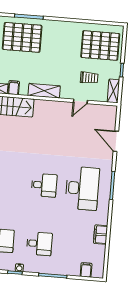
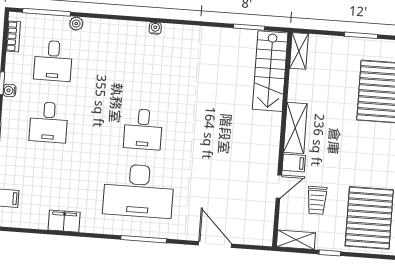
filing cabinet: (14, 88) -> (294, 163), moved
door: (80, 101) -> (279, 186), swing flipped
door: (116, 141) -> (215, 244), hinge flipped

